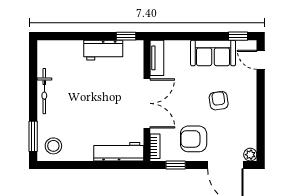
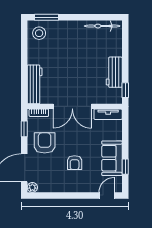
window: (238, 36) -> (125, 167), moved
bicycle: (44, 91) -> (102, 26), moved
armchair: (219, 101) -> (75, 163), turned 98

